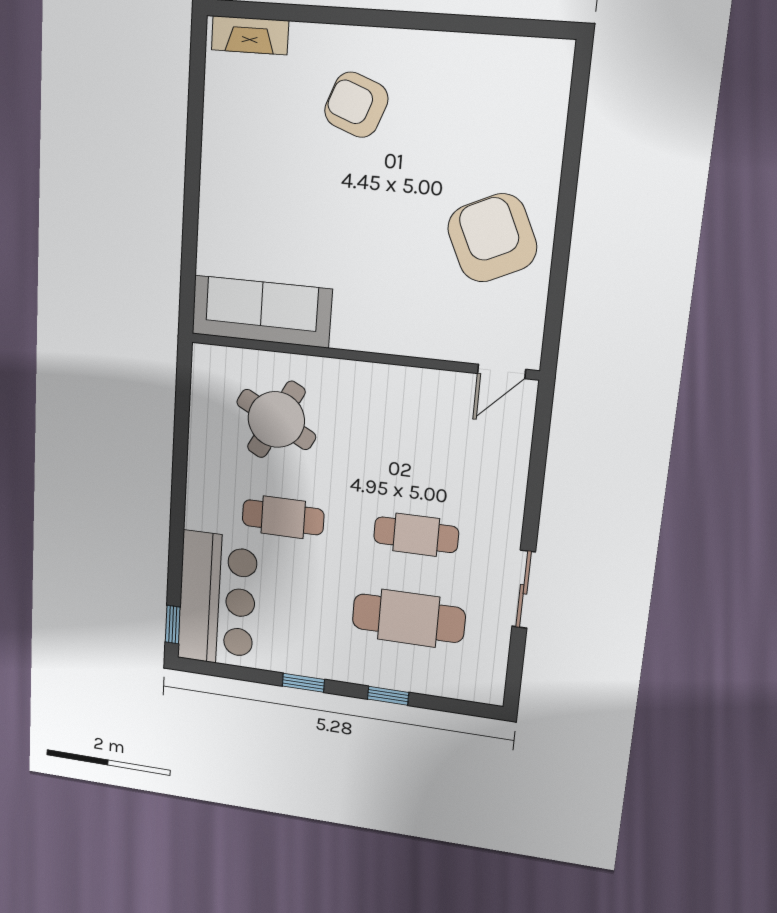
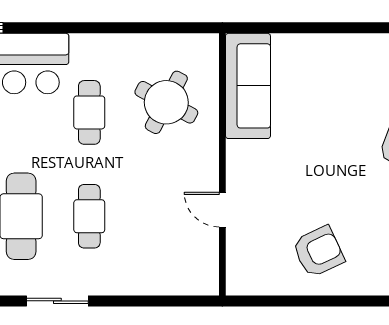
armchair: (492, 238) -> (318, 252), width x0.73, depth x0.73
door: (502, 371) -> (222, 210), moved

